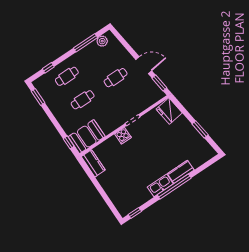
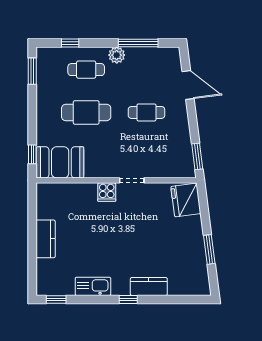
plant: (102, 41) -> (117, 55), moved
door: (144, 65) -> (188, 85), moved
cafe table: (83, 100) -> (86, 112), width x1.37, depth x1.35
kitchen counter: (93, 163) -> (46, 239), moved
kitchen sink: (160, 185) -> (93, 286), moved
window: (174, 186) -> (128, 299), width x0.32

